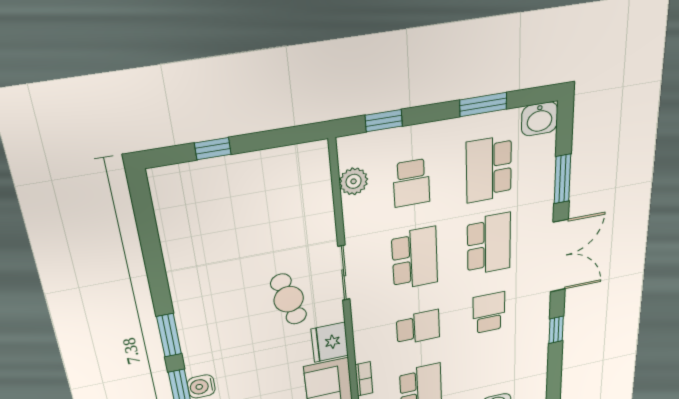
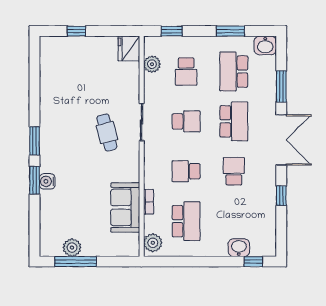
school desk: (415, 258) -> (186, 121), width x0.54
school desk: (418, 327) -> (186, 171), turned 180
fridge: (330, 342) -> (129, 48), moved

